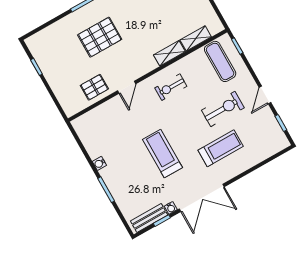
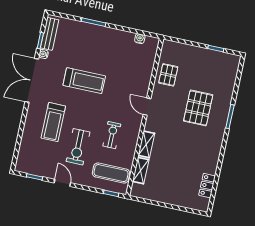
door: (127, 87) -> (147, 107), moved
exercise bike: (171, 87) -> (112, 135), moved
water cooler: (99, 163) -> (140, 39), moved

